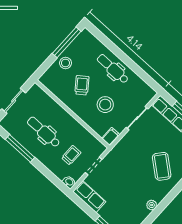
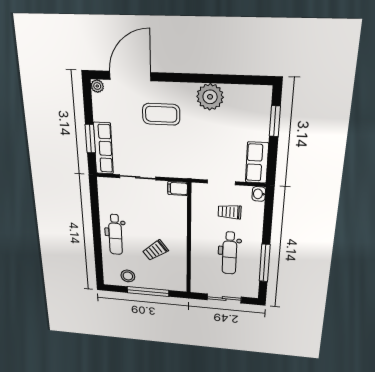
window: (67, 42) -> (148, 291), moved
stool: (65, 63) -> (128, 276), moved
stool: (105, 105) -> (153, 217), removed
coffee table: (162, 166) -> (161, 114), turned 51
plant: (152, 205) -> (210, 97), width x1.88, depth x1.88

